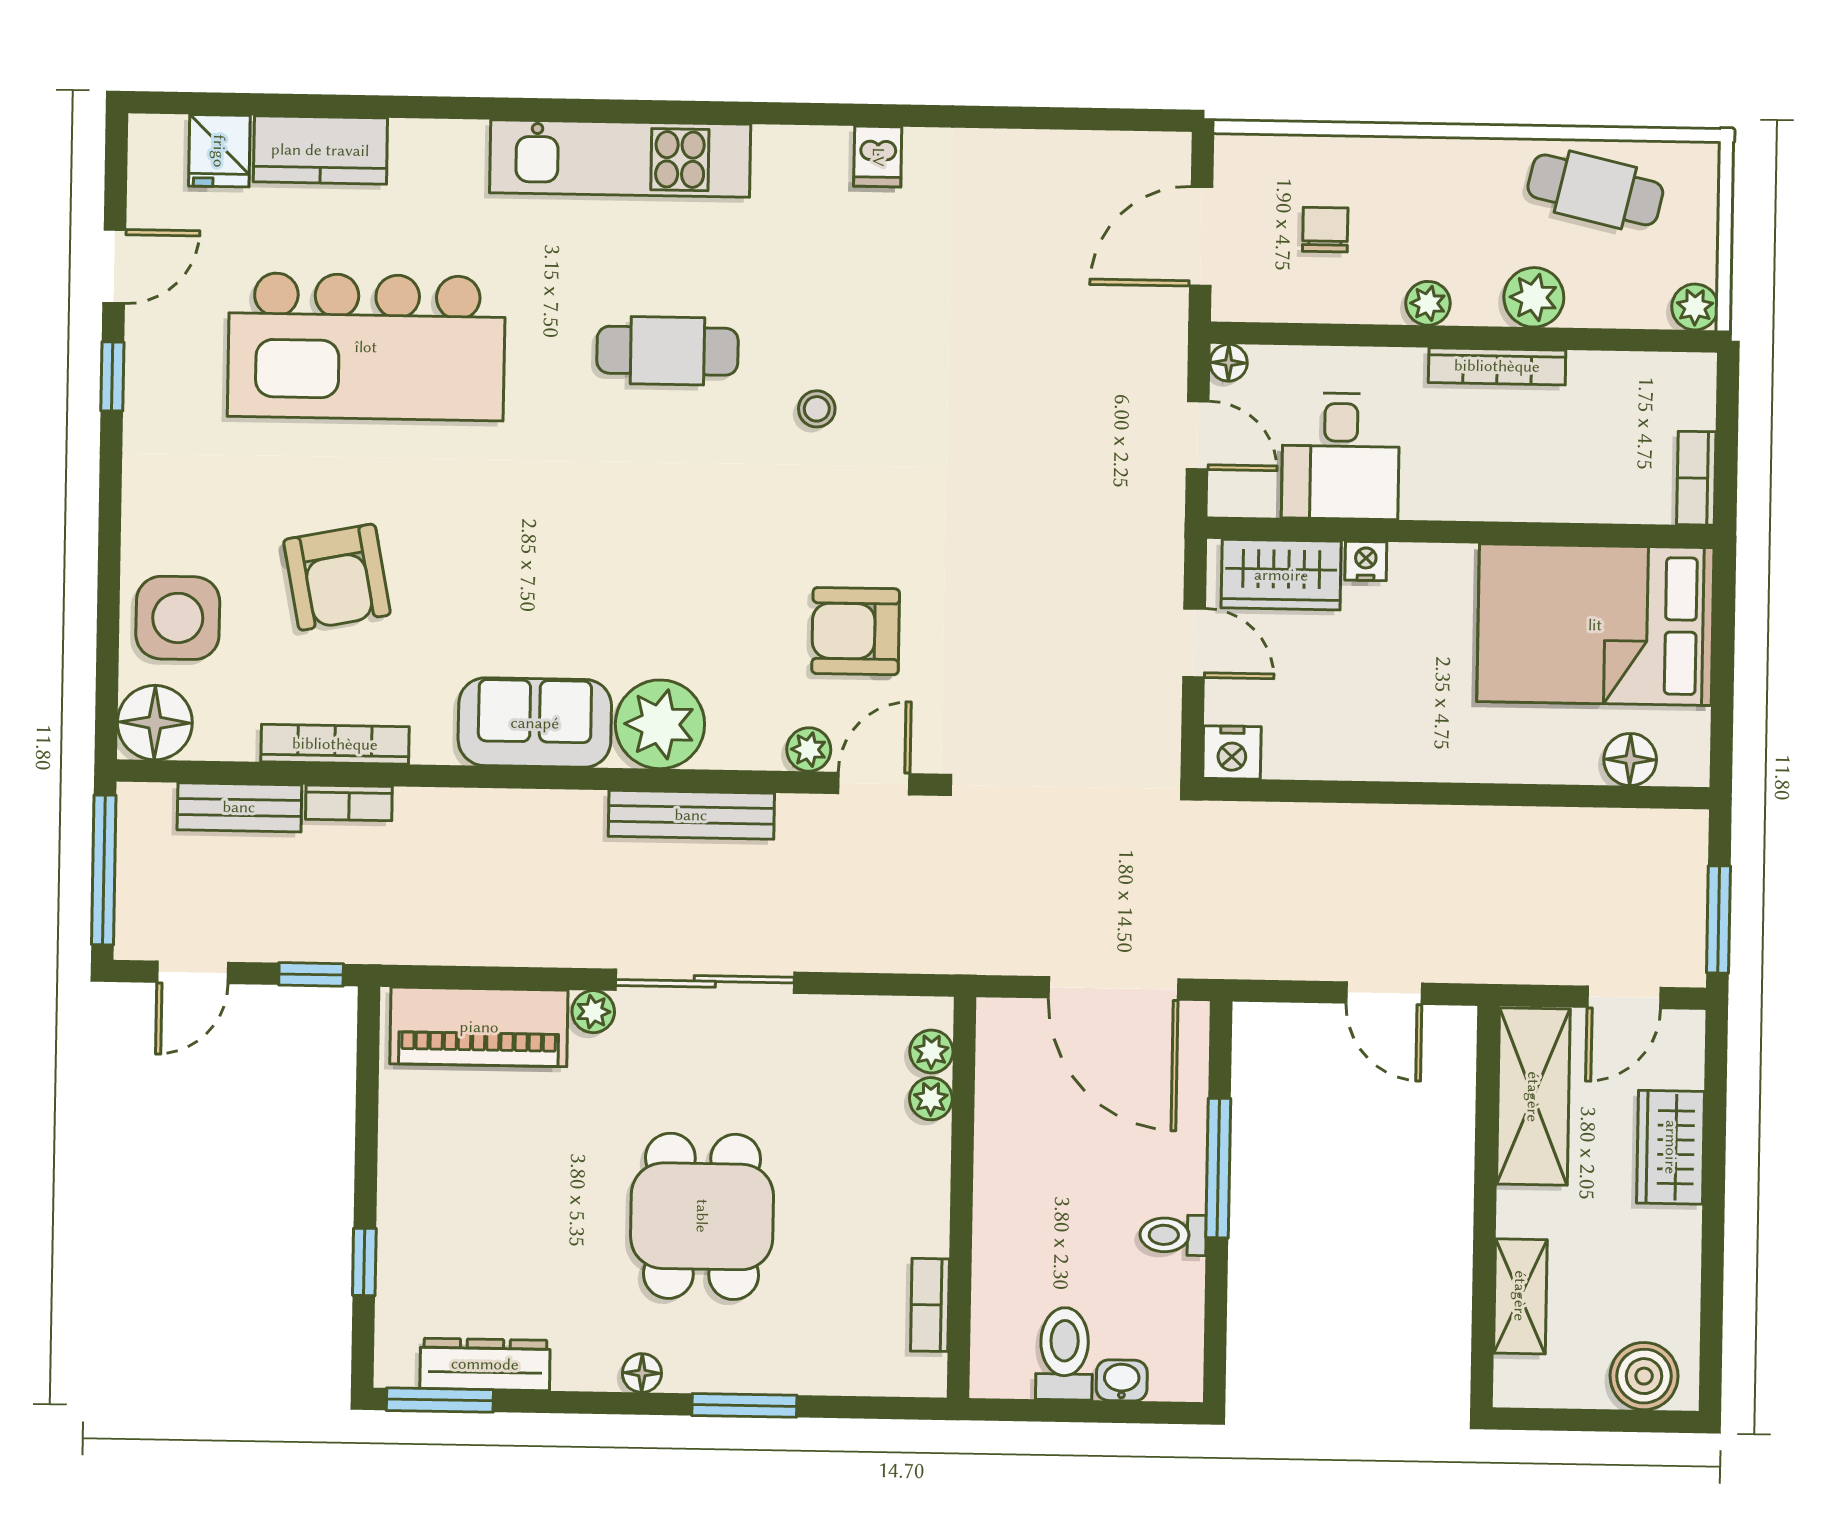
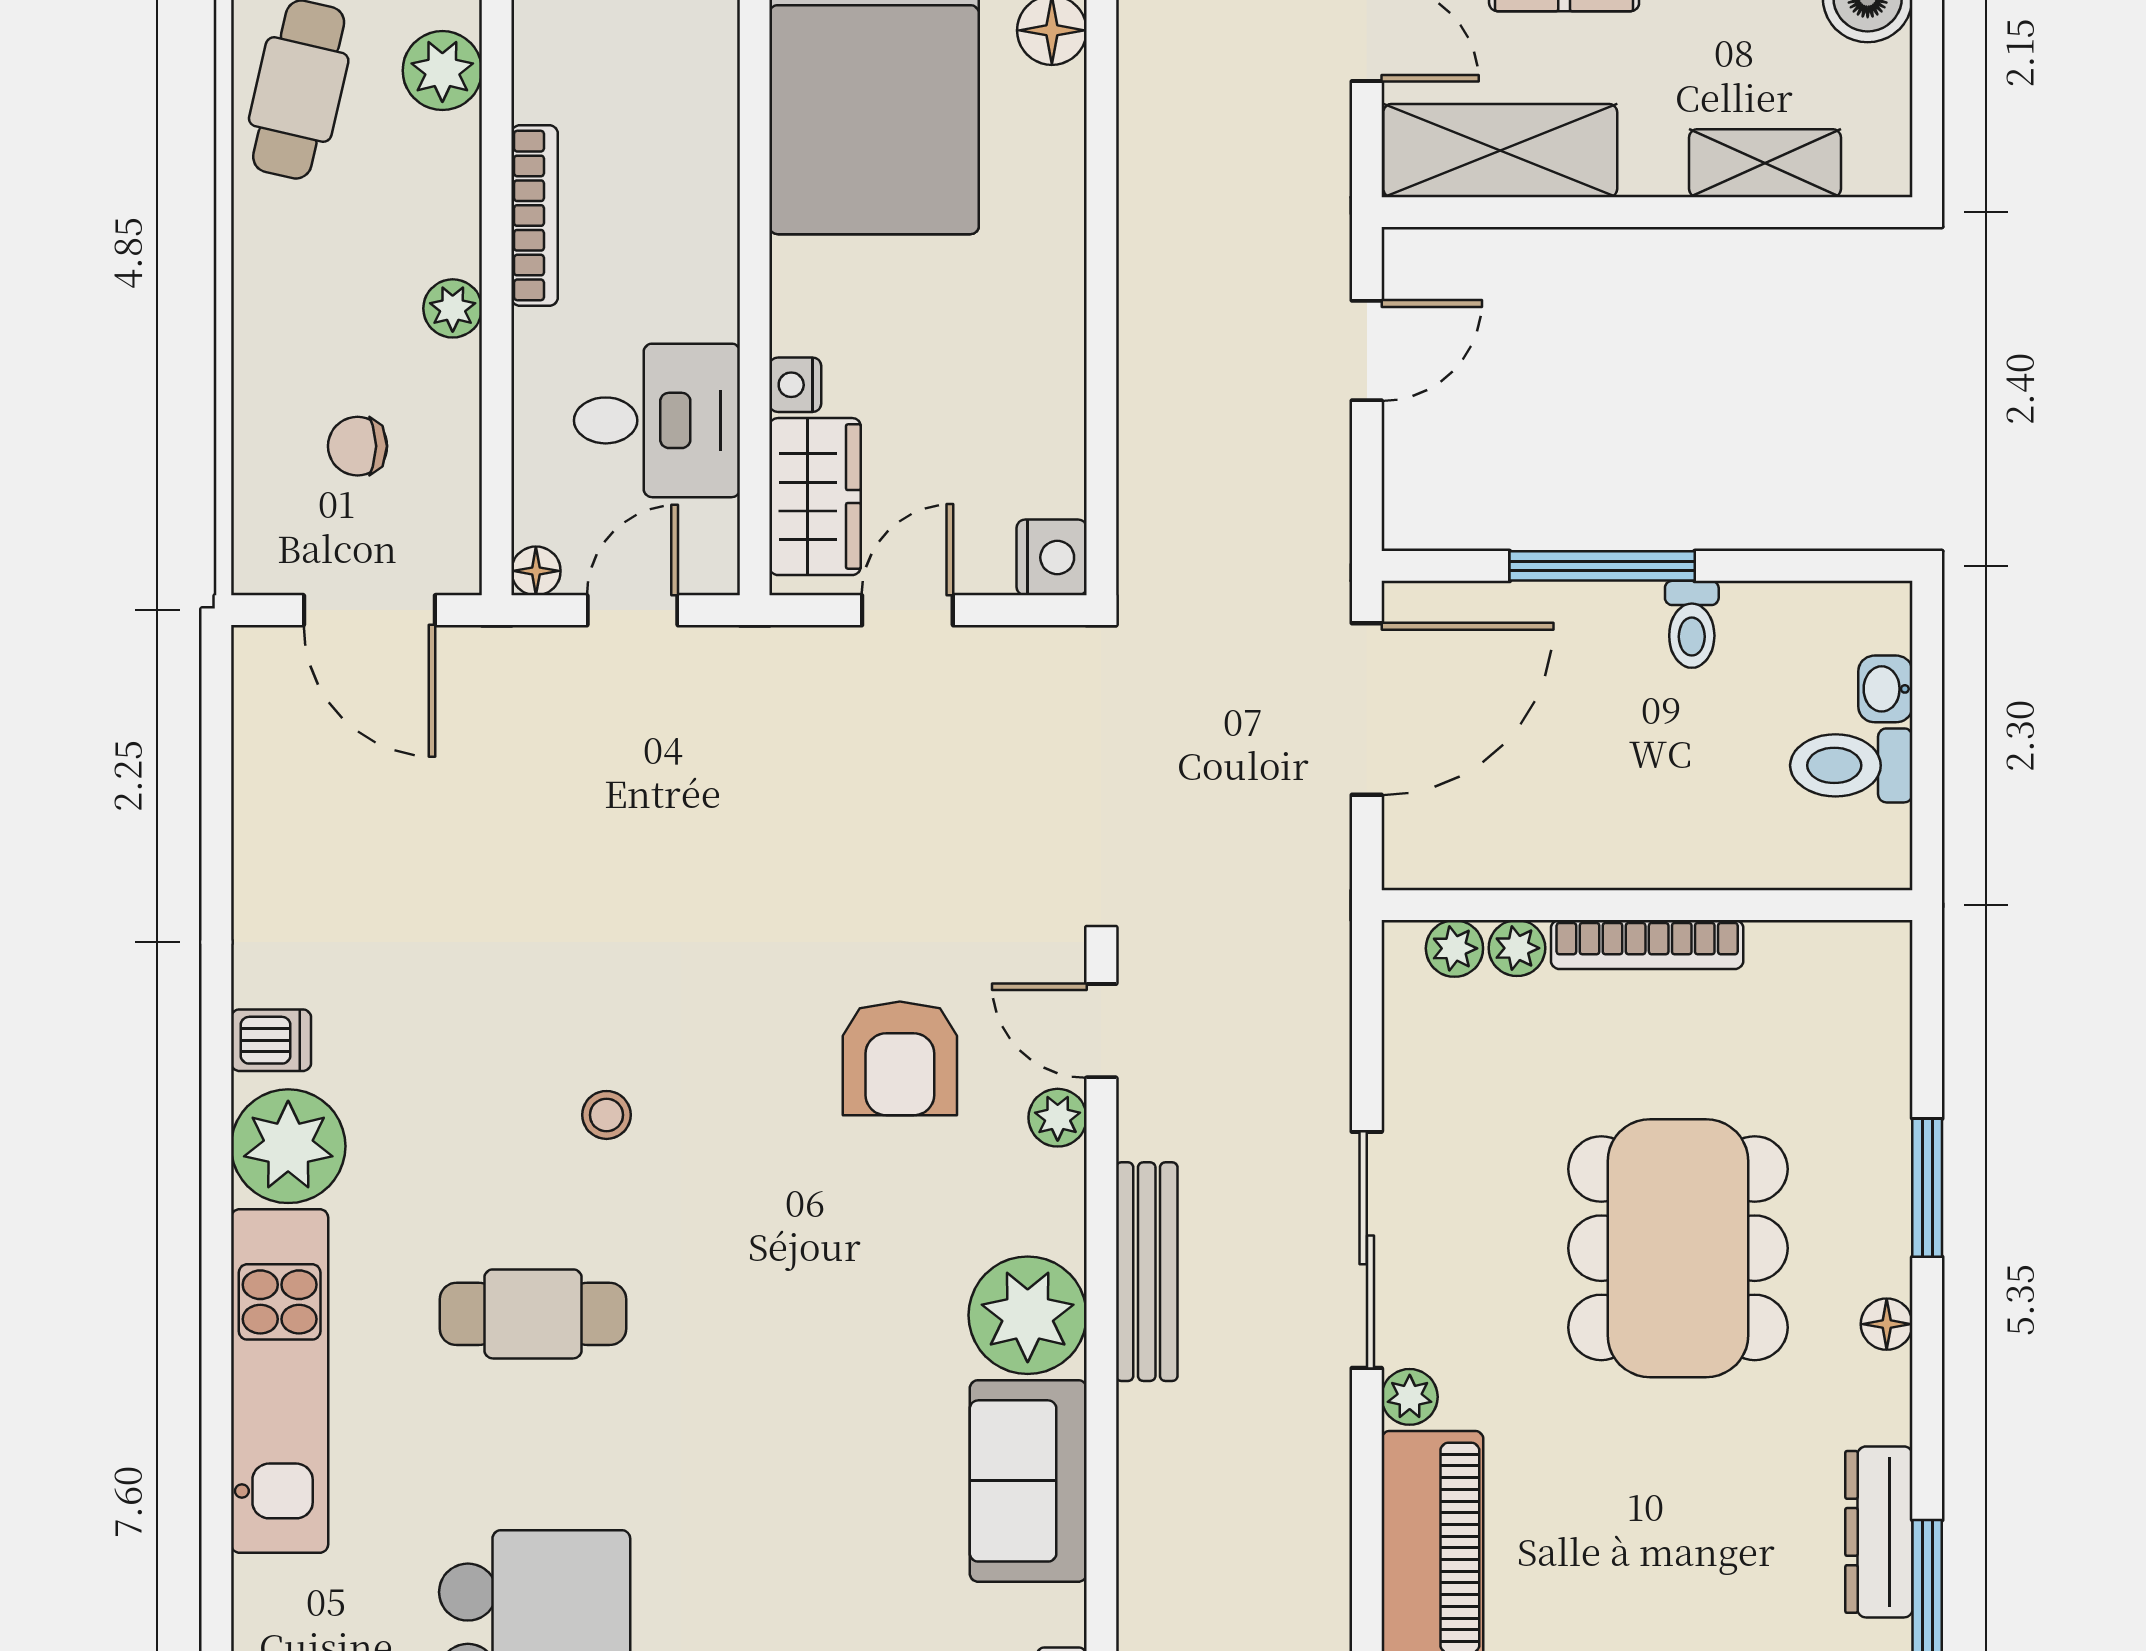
plant: (797, 168) -> (288, 1146), added
plant: (1534, 297) -> (442, 71), moved
cafe table: (667, 351) -> (533, 1314), turned 90
dining table: (702, 1216) -> (1678, 1248), width x1.37
bookcase: (930, 1305) -> (1647, 945), moved, width x1.56

